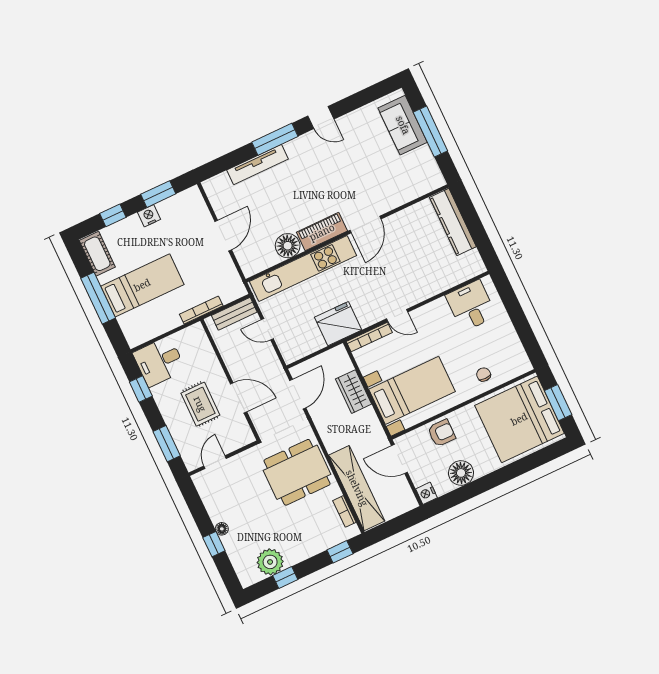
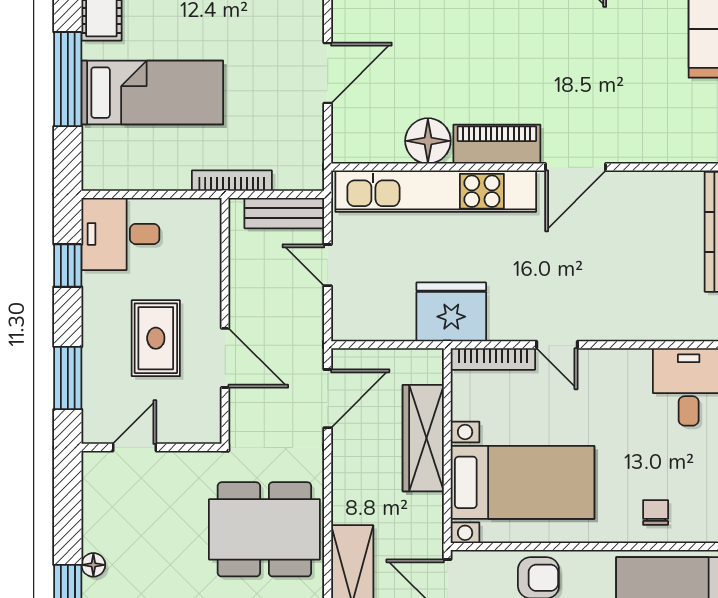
wardrobe: (353, 392) -> (423, 438), width x1.50

